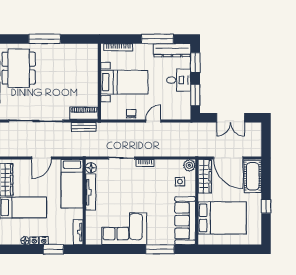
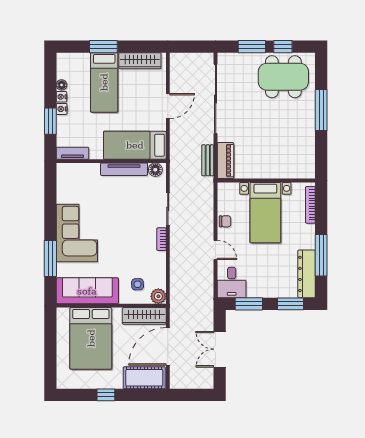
desk: (179, 80) -> (232, 283), moved
door: (41, 158) -> (168, 106), swing flipped
corner sofa: (124, 229) -> (77, 233), moved

